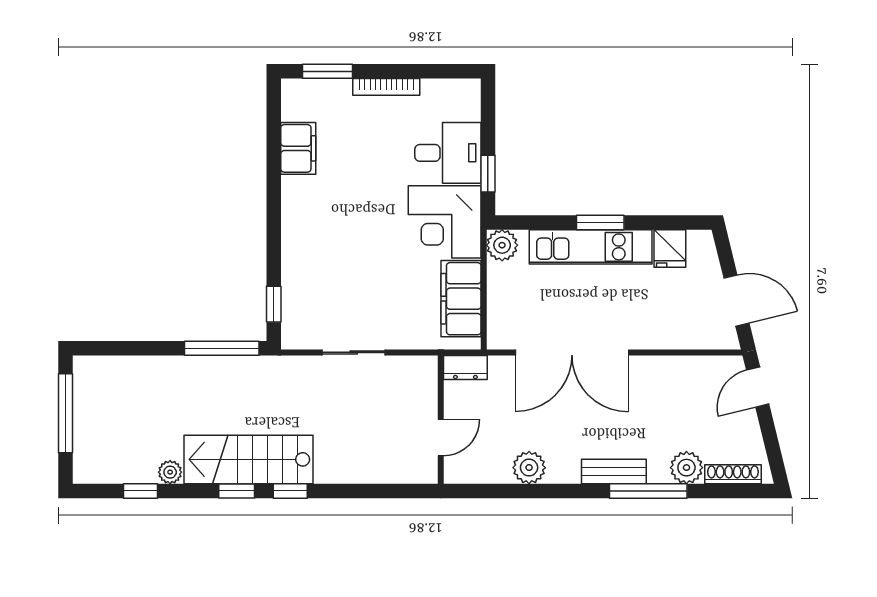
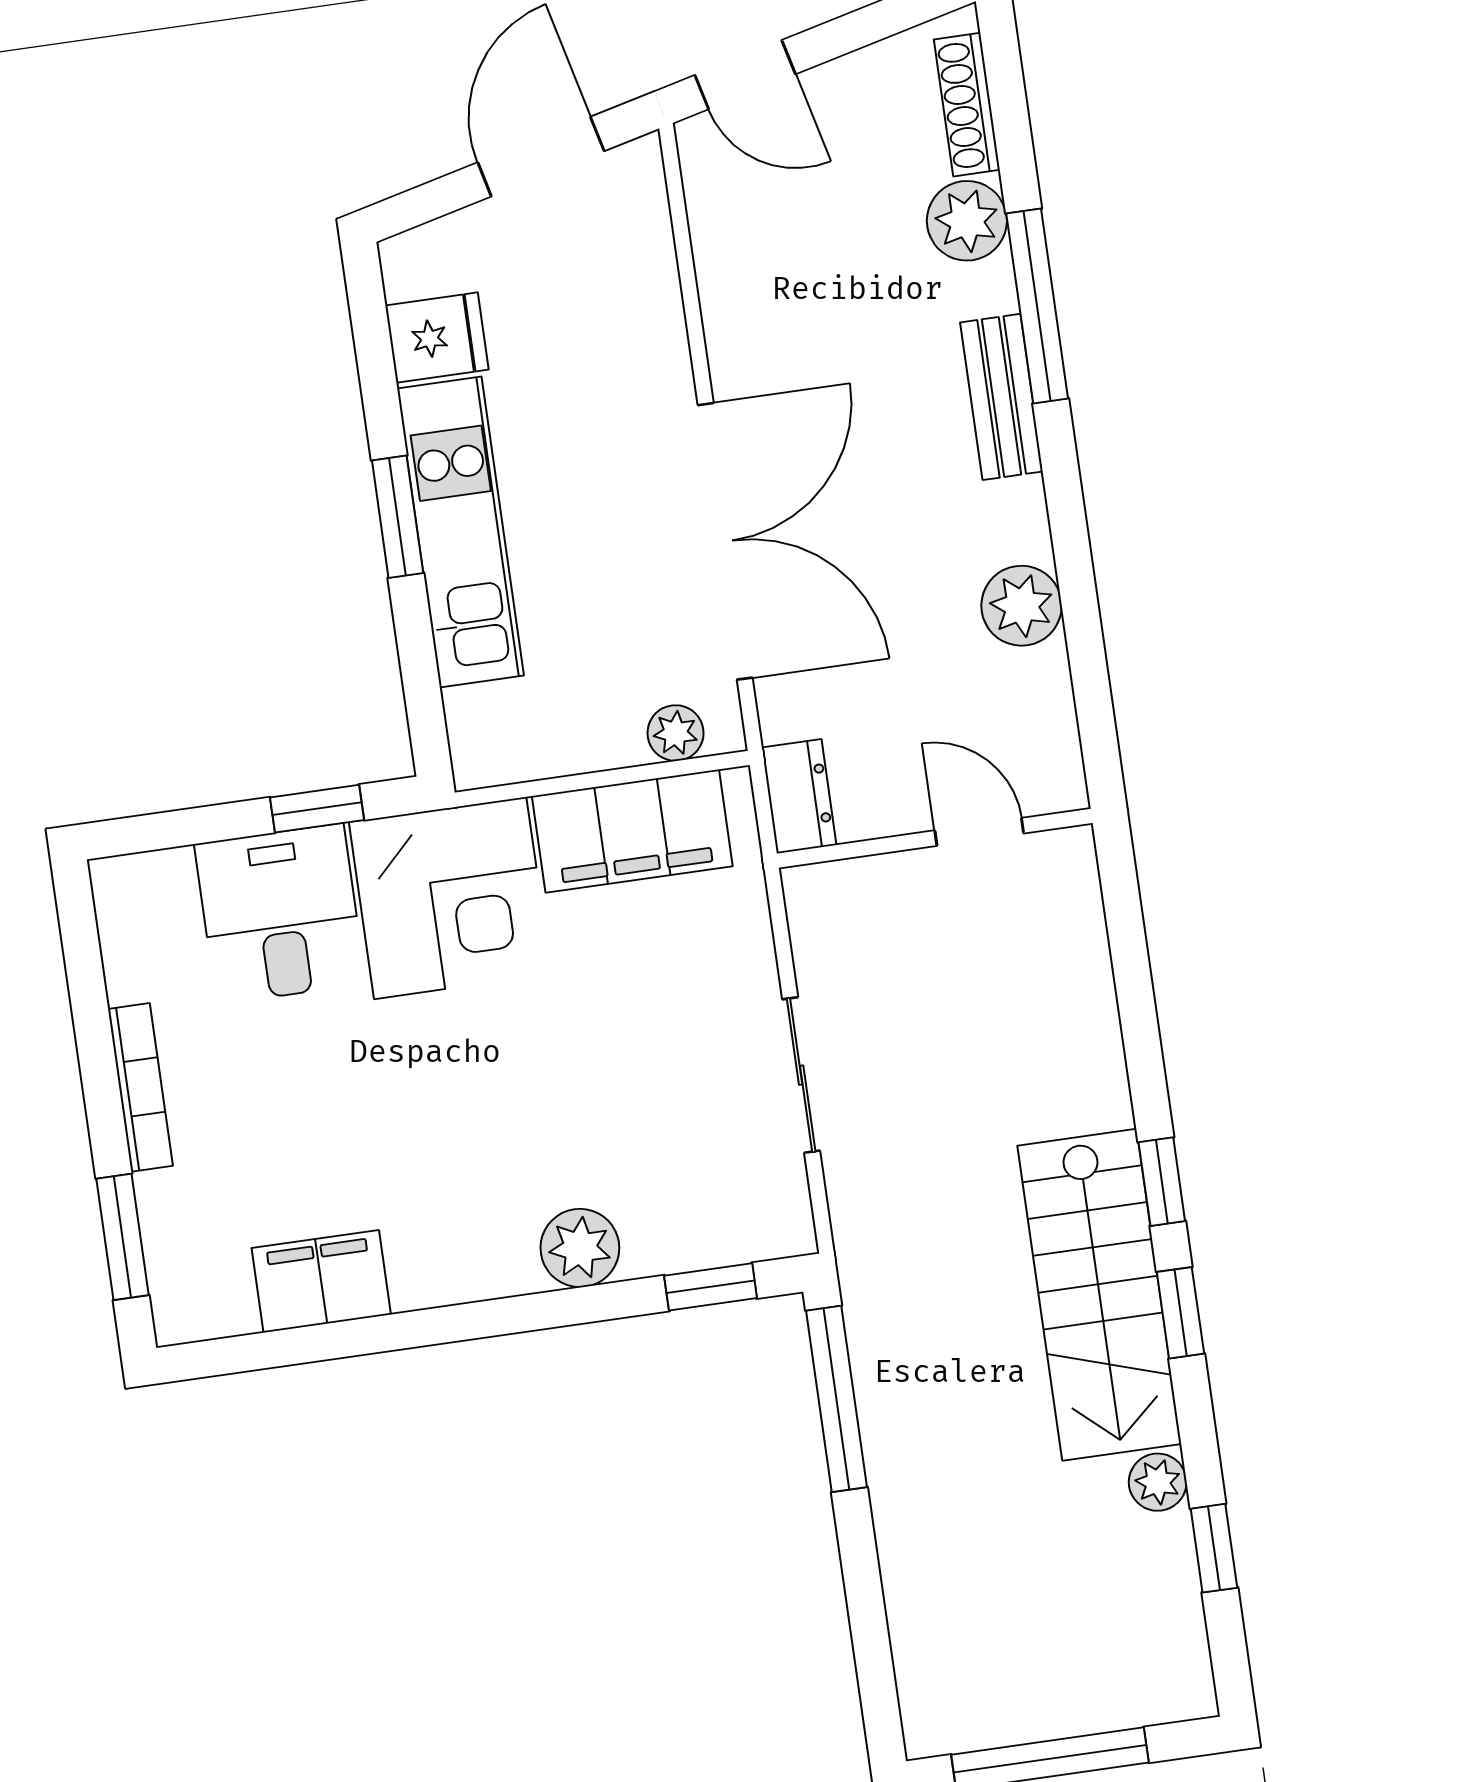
plant: (502, 245) -> (676, 733), moved, width x0.73, depth x0.73
plant: (297, 254) -> (580, 1248), added

